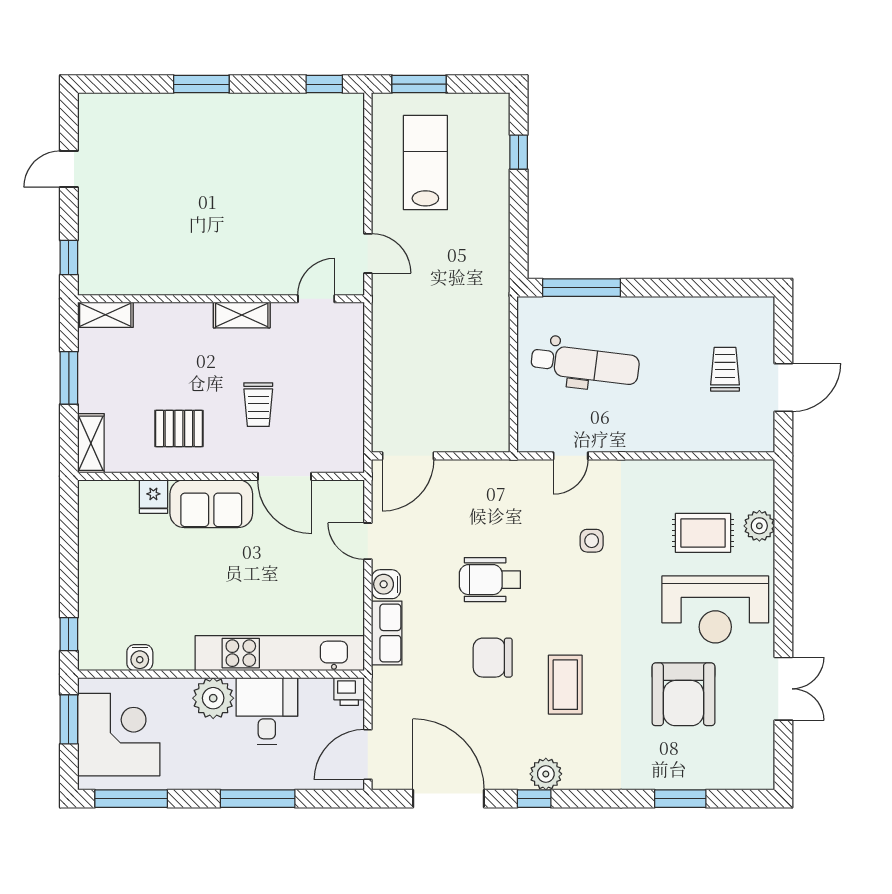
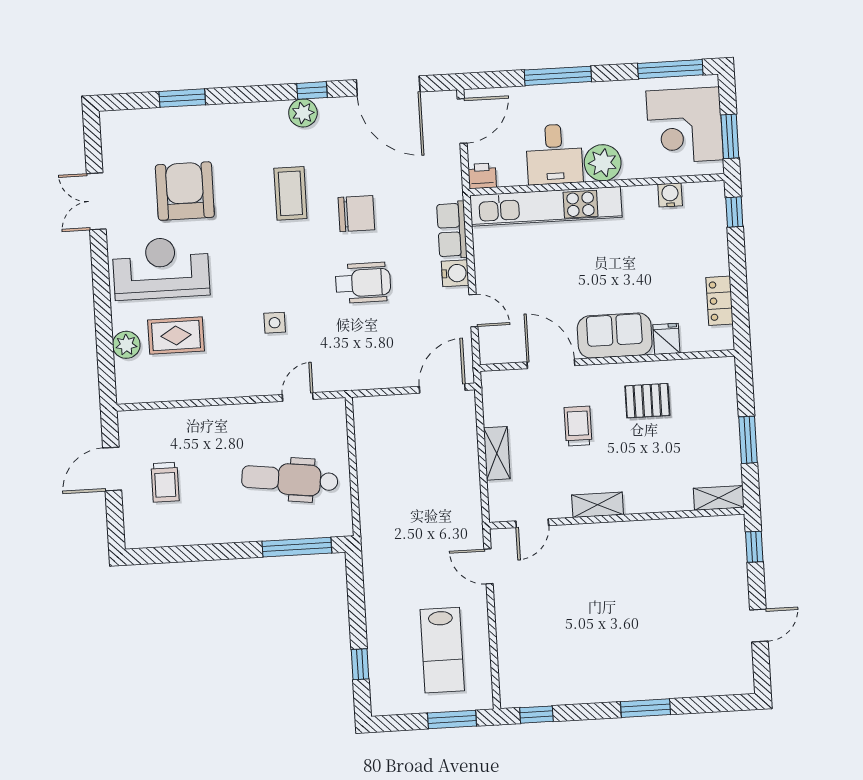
shelving: (91, 443) -> (497, 453), moved
locker: (91, 536) -> (720, 301), added

